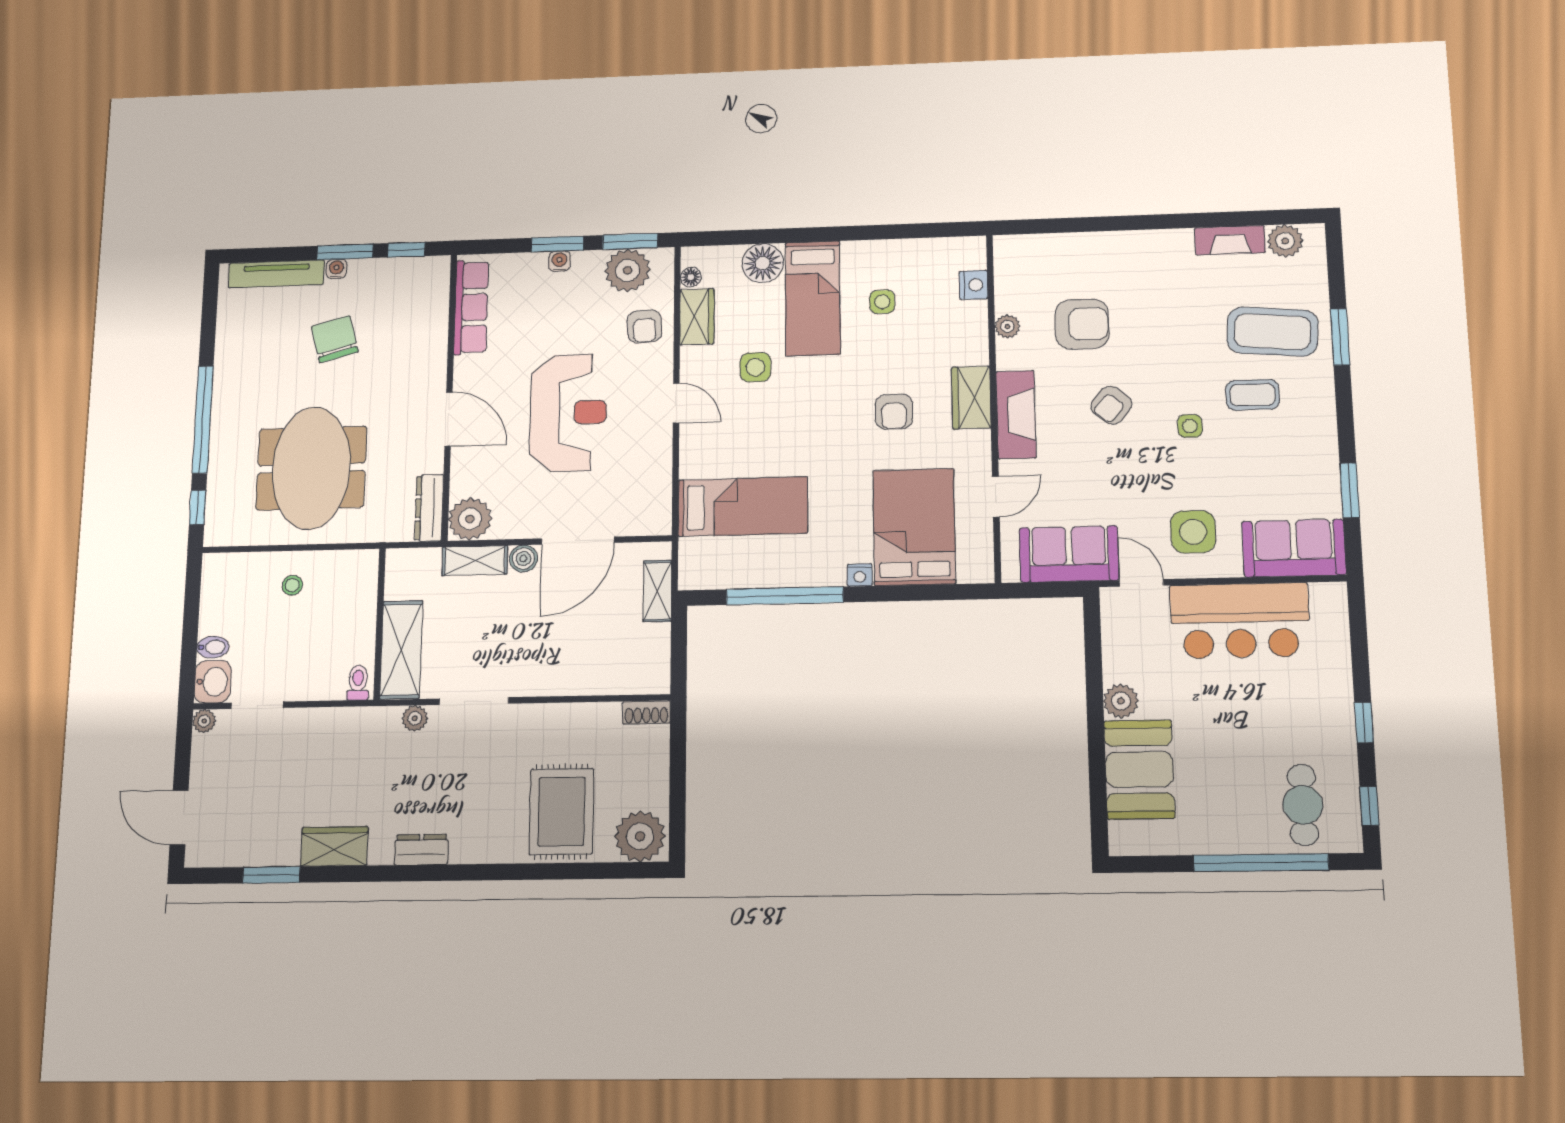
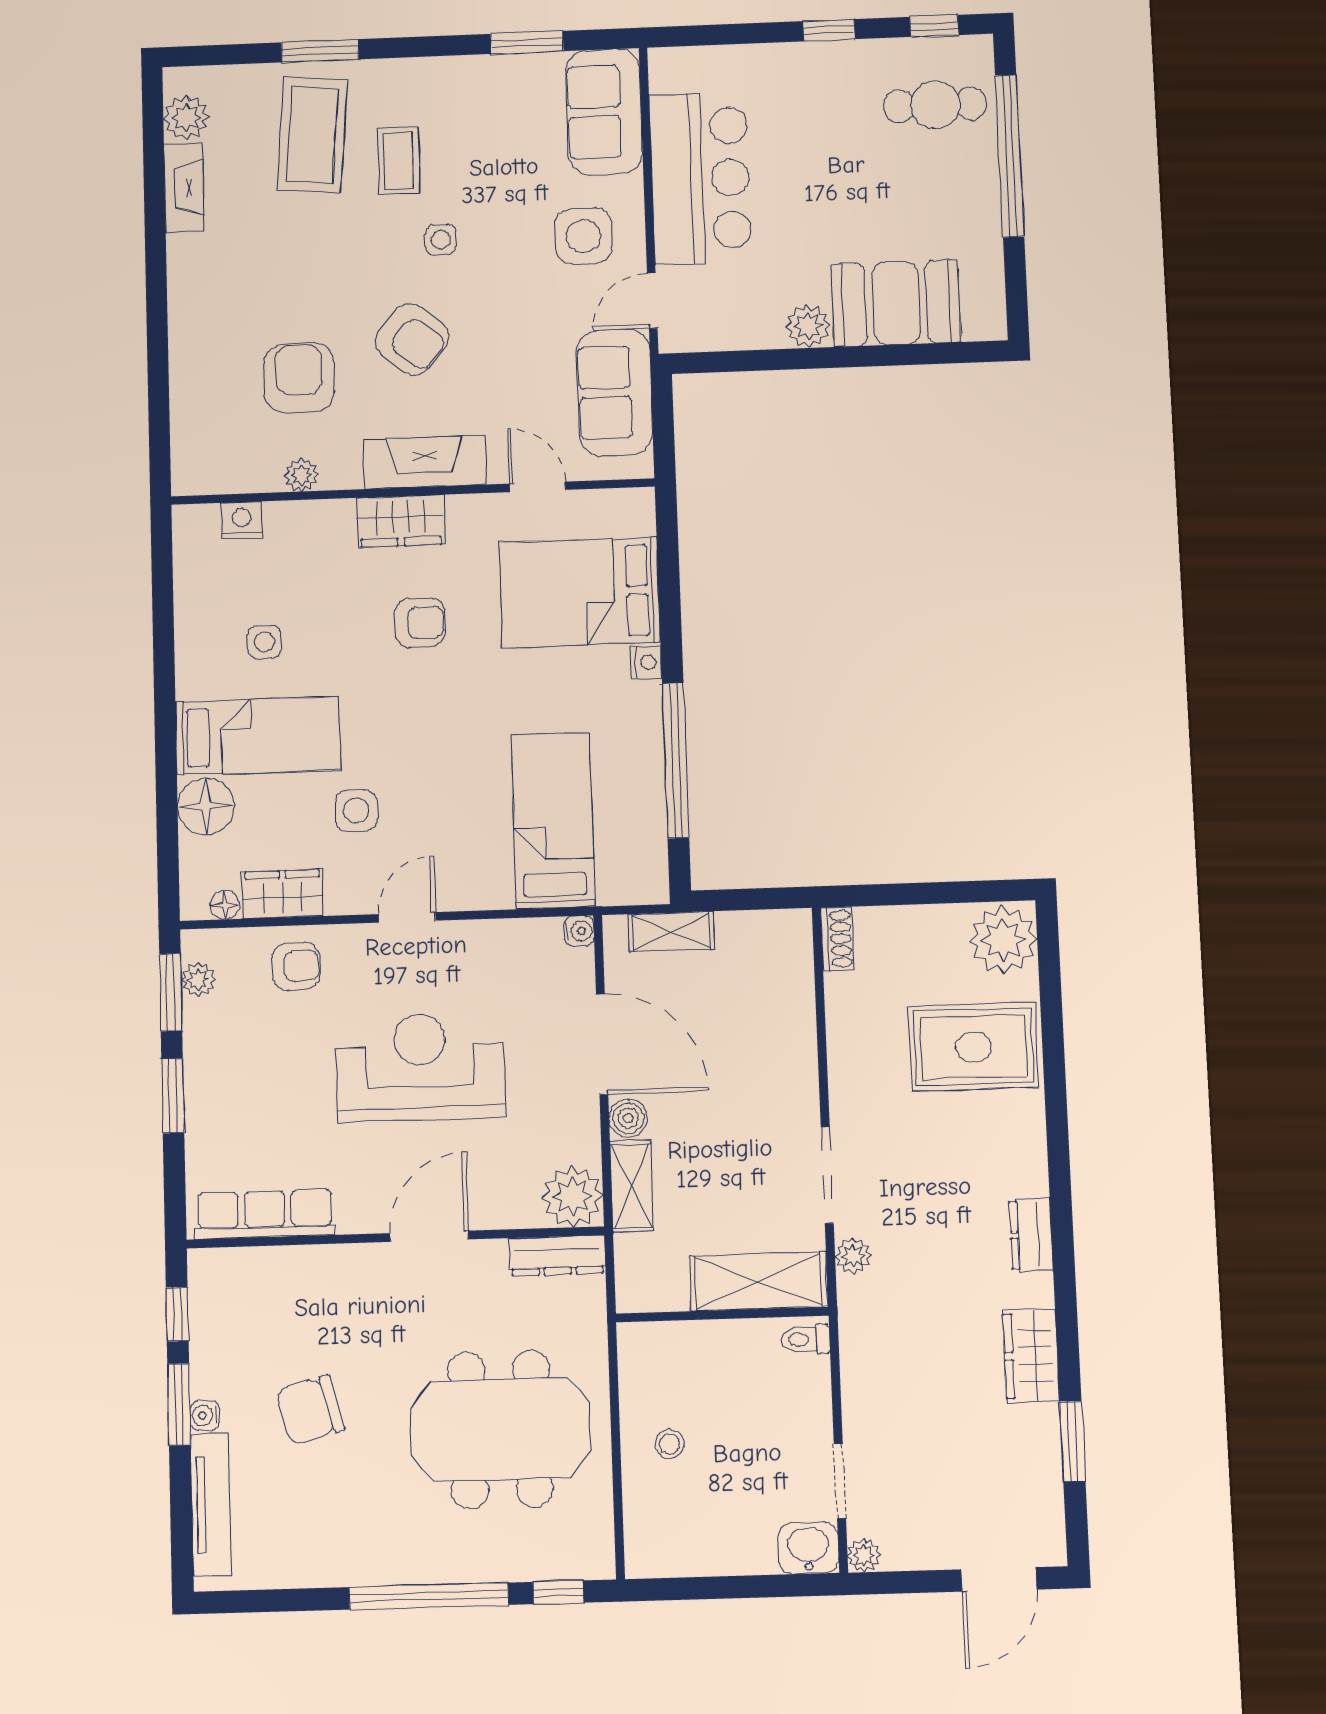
water cooler: (559, 261) -> (579, 931), moved, turned 180
plant: (627, 270) -> (198, 980), width x0.53, depth x0.53
armchair: (1111, 405) -> (412, 339), width x1.38, depth x1.38
bidet: (213, 647) -> (759, 1552), removed

